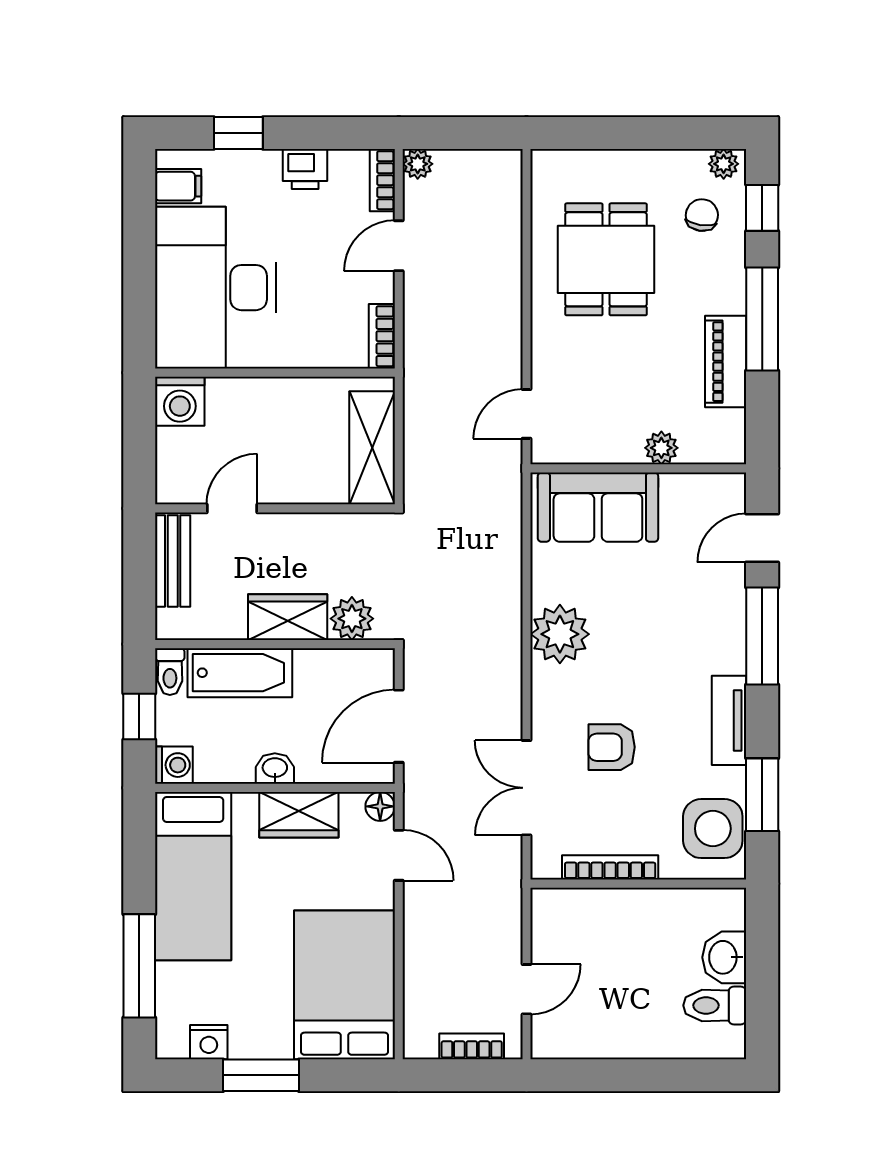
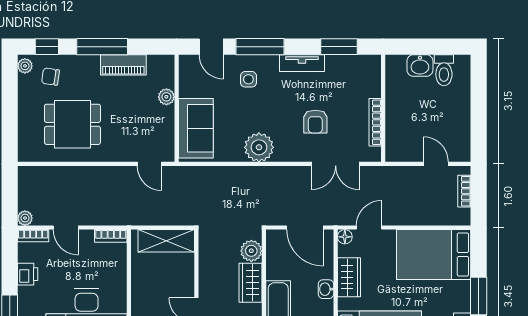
side table: (713, 829) -> (248, 79), moved, width x0.54, depth x0.54

